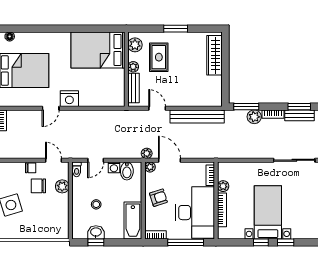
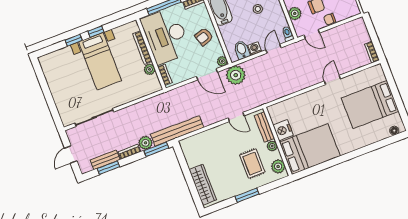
nightstand: (69, 99) -> (283, 130), moved, turned -90
bench: (197, 117) -> (177, 131), moved
plant: (147, 153) -> (236, 75), width x1.87, depth x1.87

